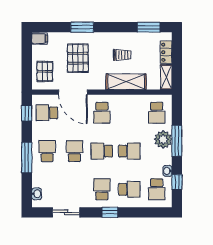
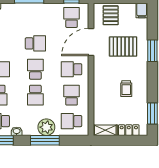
pallet: (45, 71) -> (111, 15), turned 90
shelving: (126, 82) -> (101, 92), removed
school desk: (47, 151) -> (72, 95), moved, turned -90

